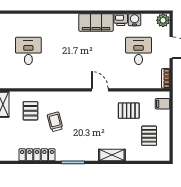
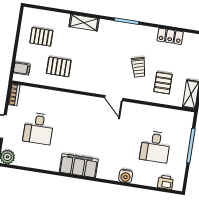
printer: (121, 20) -> (165, 182), moved
water cooler: (134, 20) -> (126, 176), moved
door: (100, 90) -> (114, 98), moved
pallet: (149, 136) -> (41, 37), turned 90
locker: (37, 155) -> (170, 36), width x0.66

